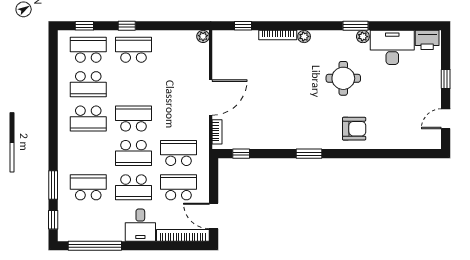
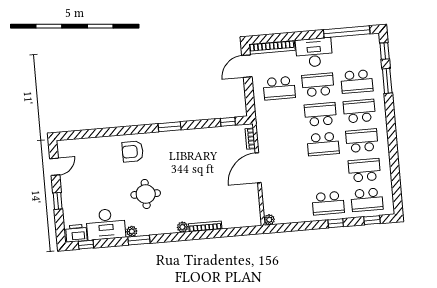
window: (243, 26) -> (86, 245), moved
school desk: (179, 153) -> (359, 111), moved, turned 180
door: (214, 216) -> (247, 66), swing flipped
desk: (140, 225) -> (314, 52), width x1.37

